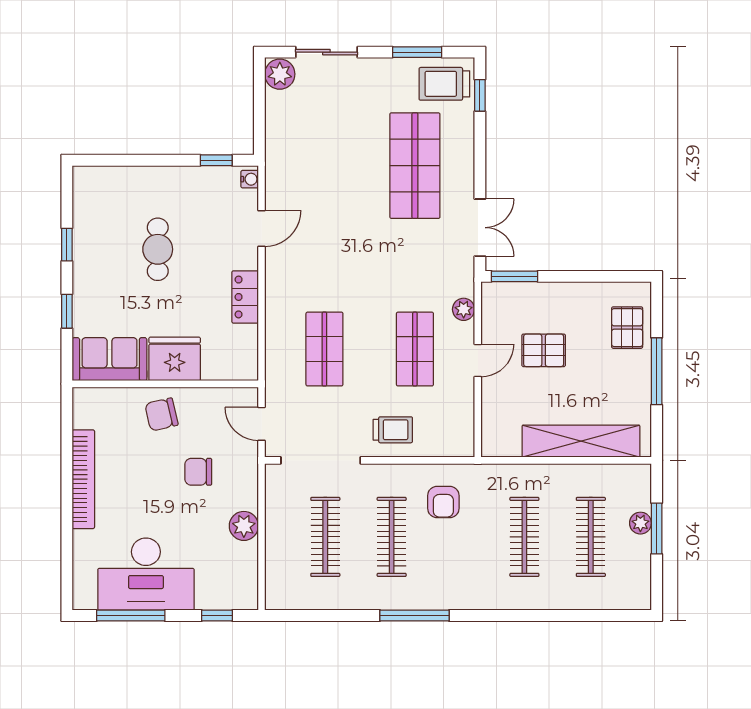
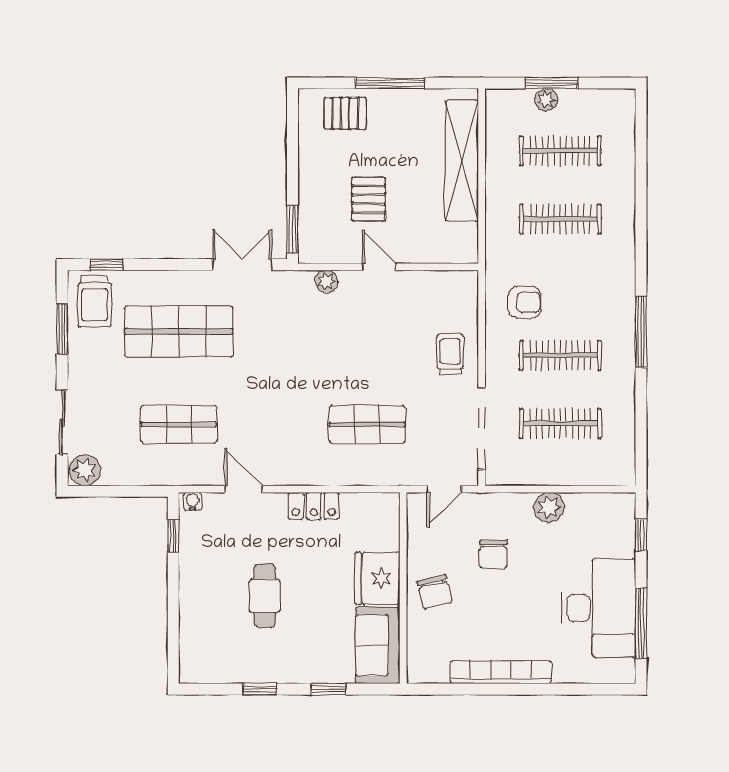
cafe table: (158, 249) -> (265, 596), turned 90
shop shelf: (415, 349) -> (179, 424), moved

